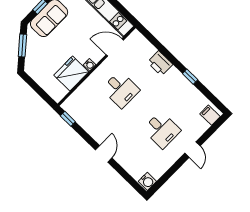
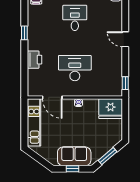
fridge: (71, 74) -> (111, 109), moved
desk: (121, 90) -> (75, 68), width x1.37
door: (104, 154) -> (125, 39), hinge flipped

